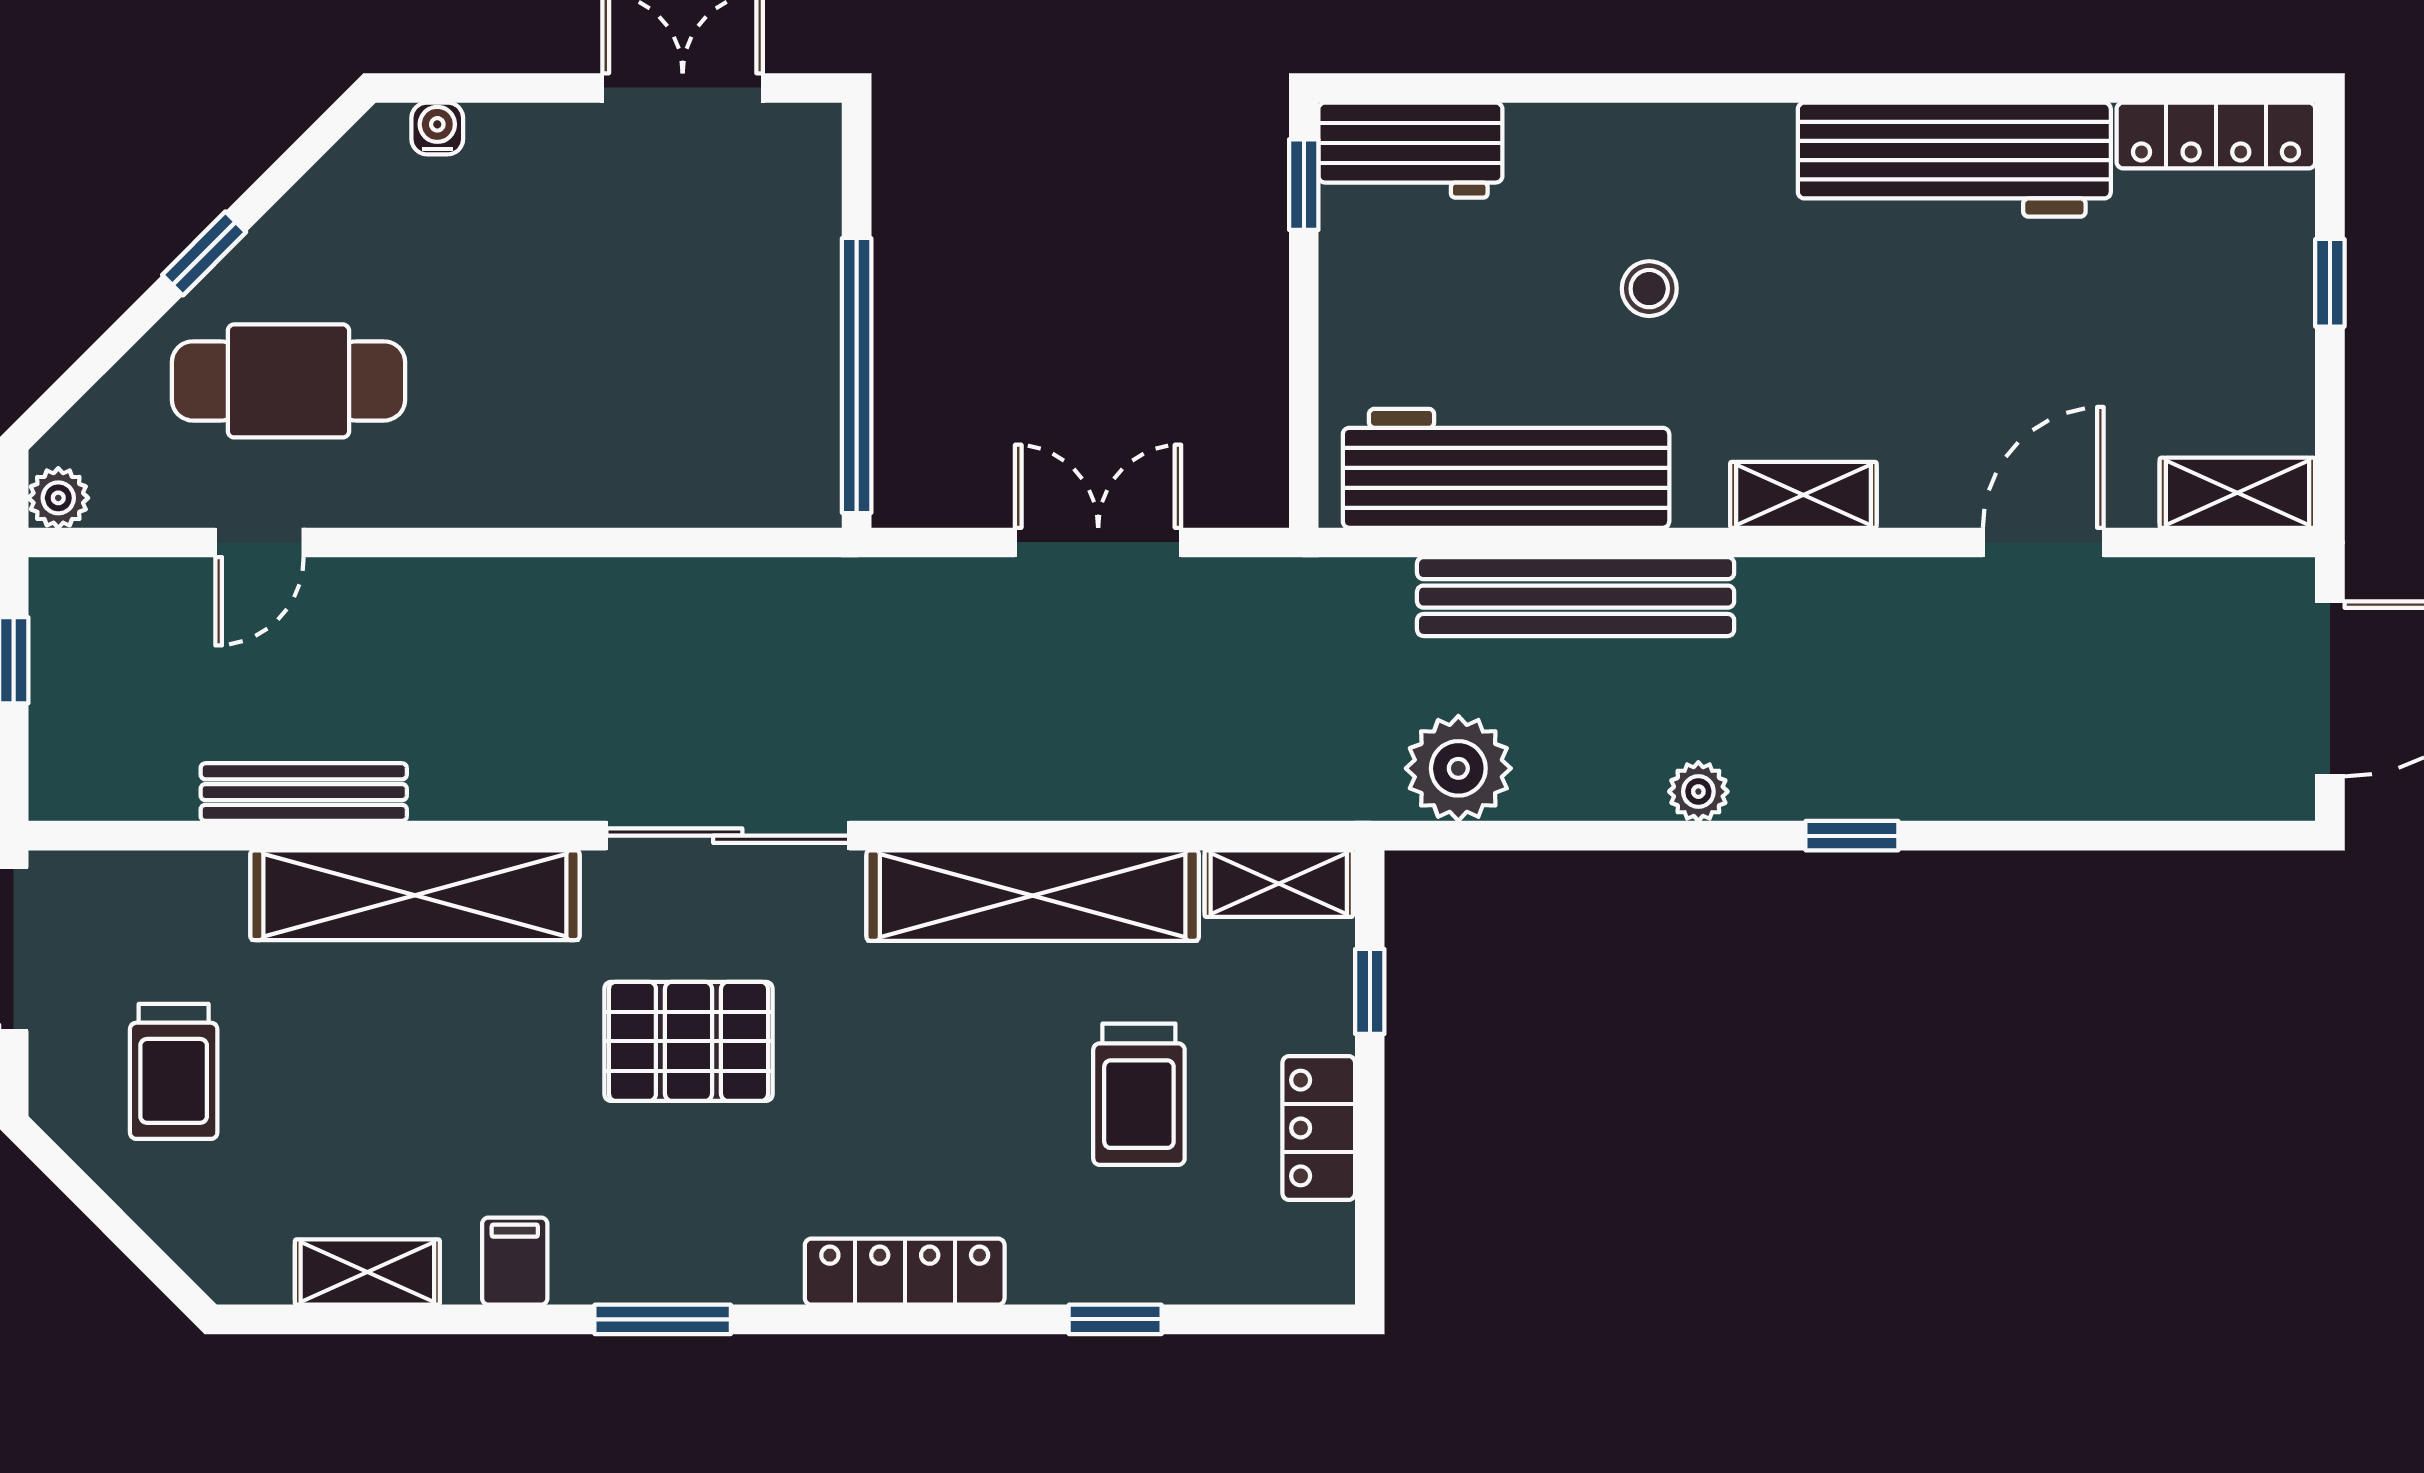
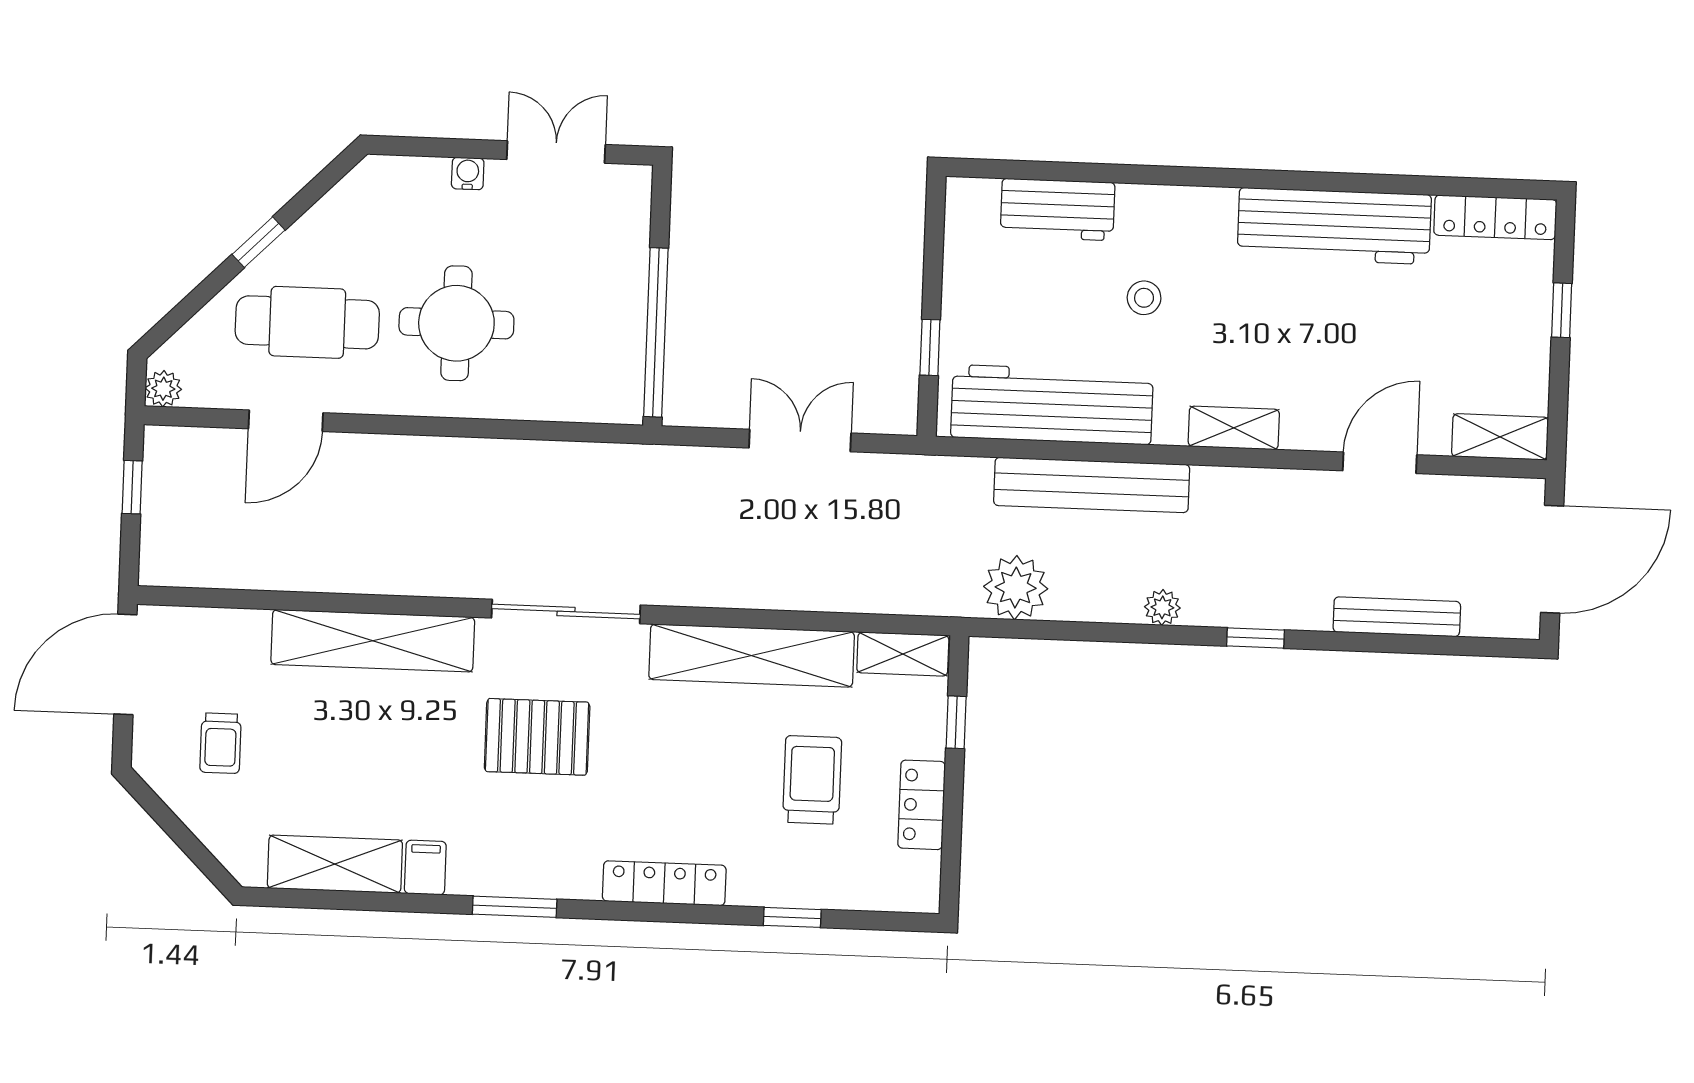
water cooler: (437, 128) -> (468, 173), moved
workbench: (1410, 150) -> (1058, 209), moved
window: (1304, 185) -> (930, 347), moved
round table: (531, 373) -> (456, 323), added
door: (260, 542) -> (286, 421), width x1.38
bench: (304, 792) -> (1397, 617), moved
trolley: (174, 1071) -> (221, 743), width x0.73, depth x0.72
trolley: (1139, 1094) -> (812, 780), turned 180
shelving: (367, 1272) -> (335, 864), width x1.50, depth x1.33

